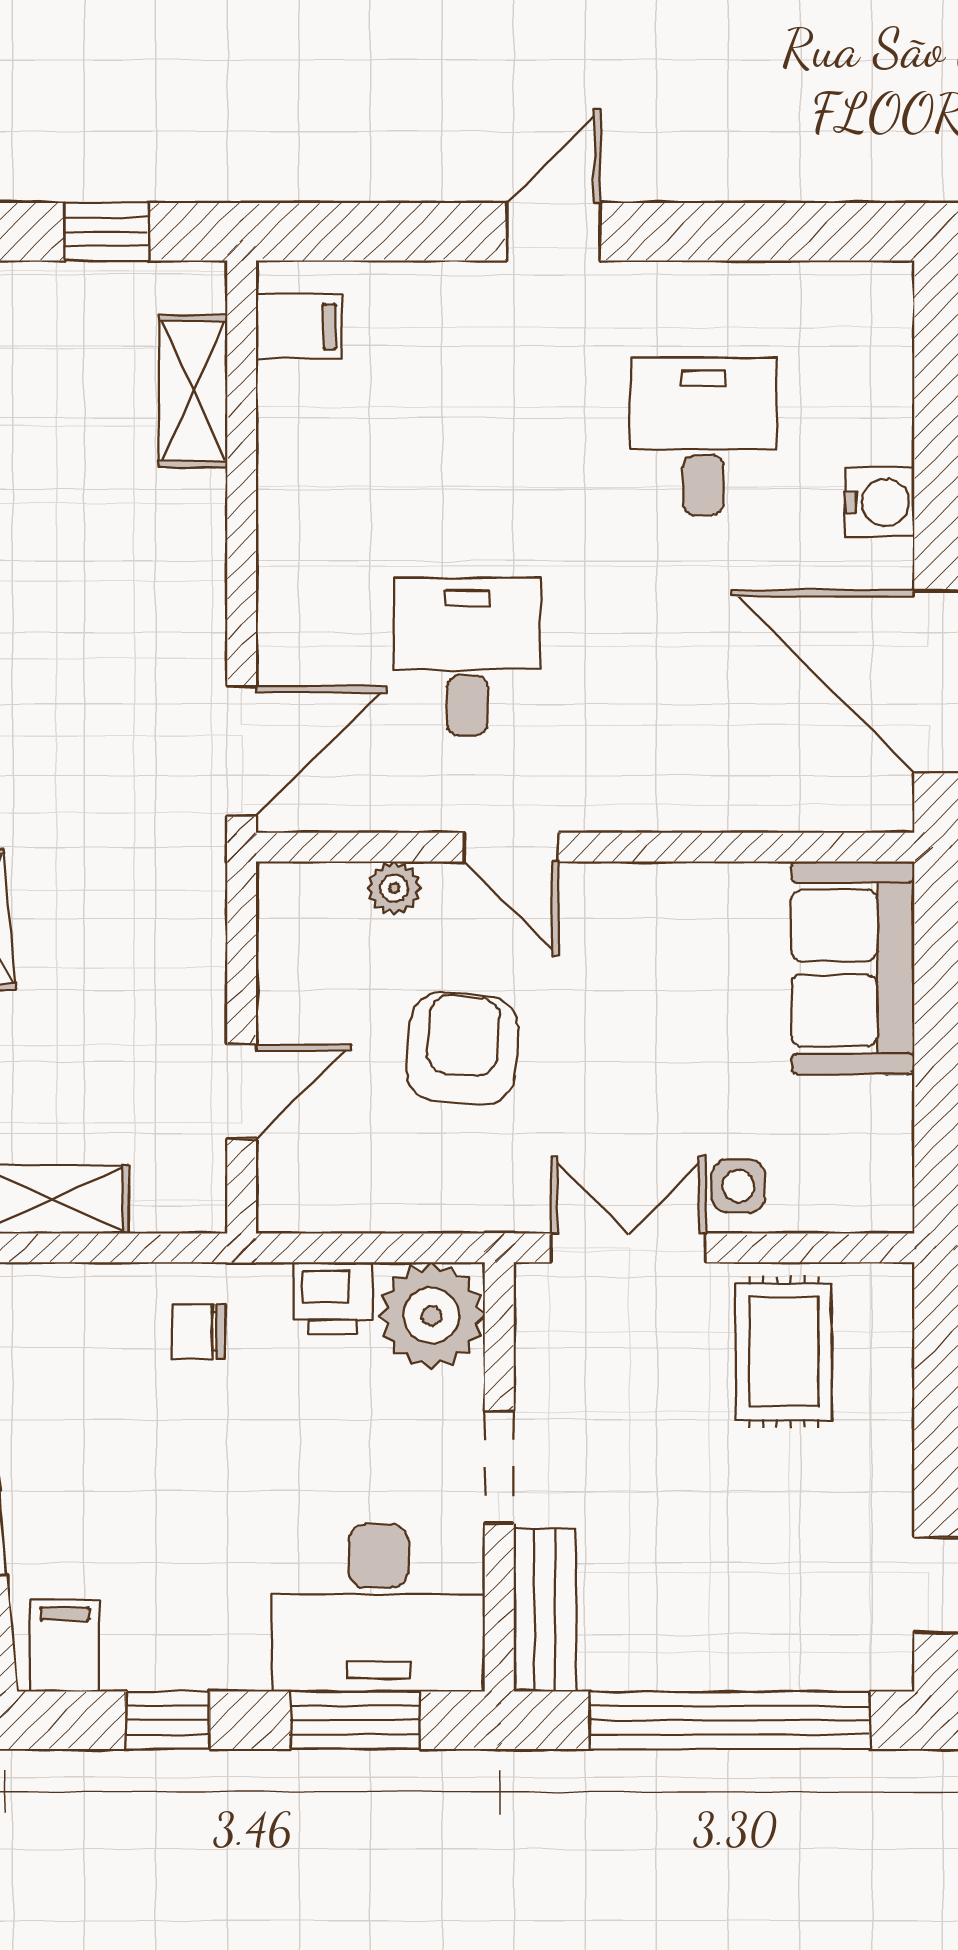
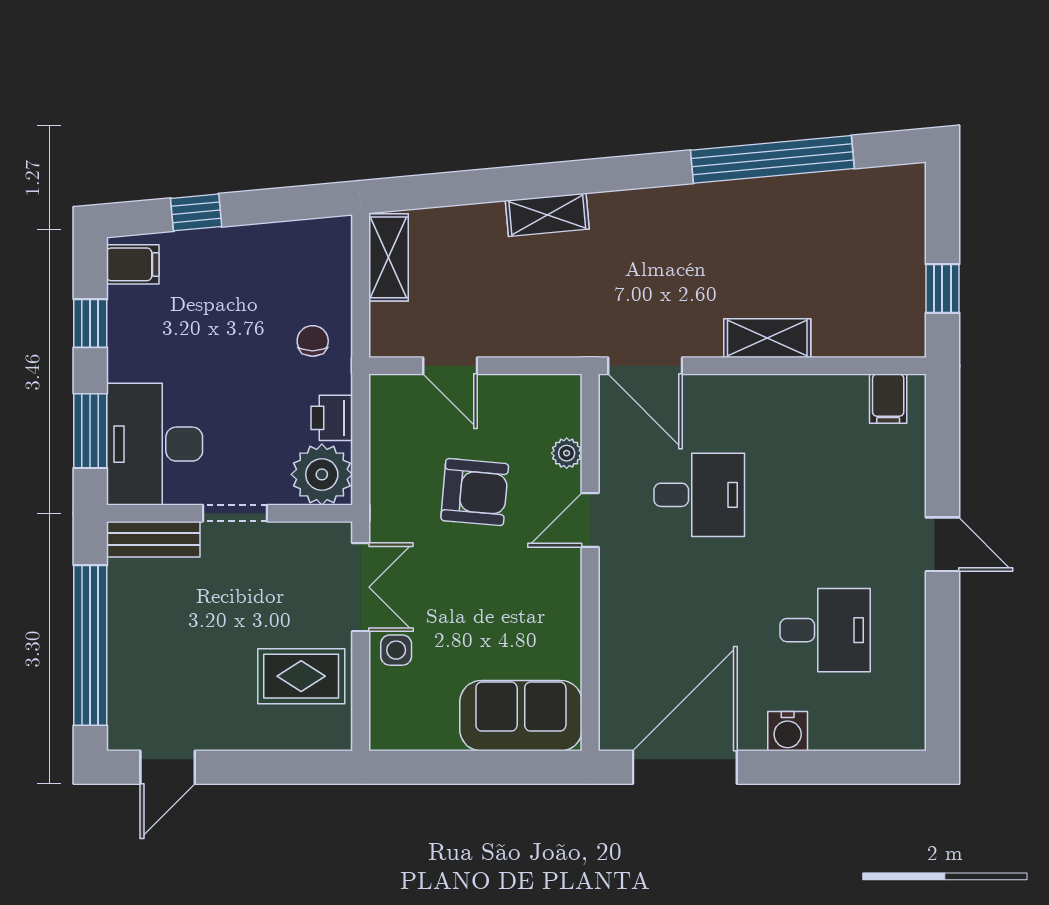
shelving: (193, 391) -> (767, 338), moved

